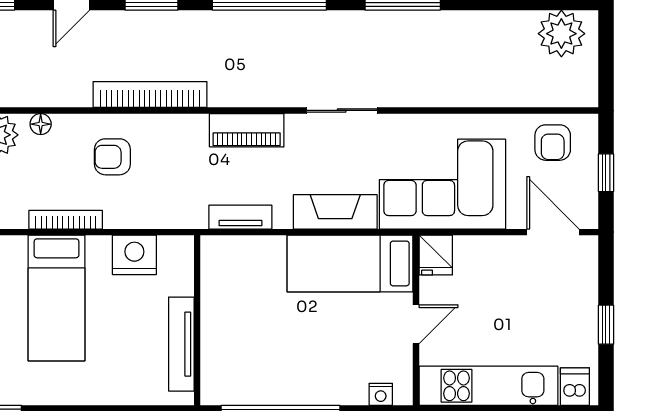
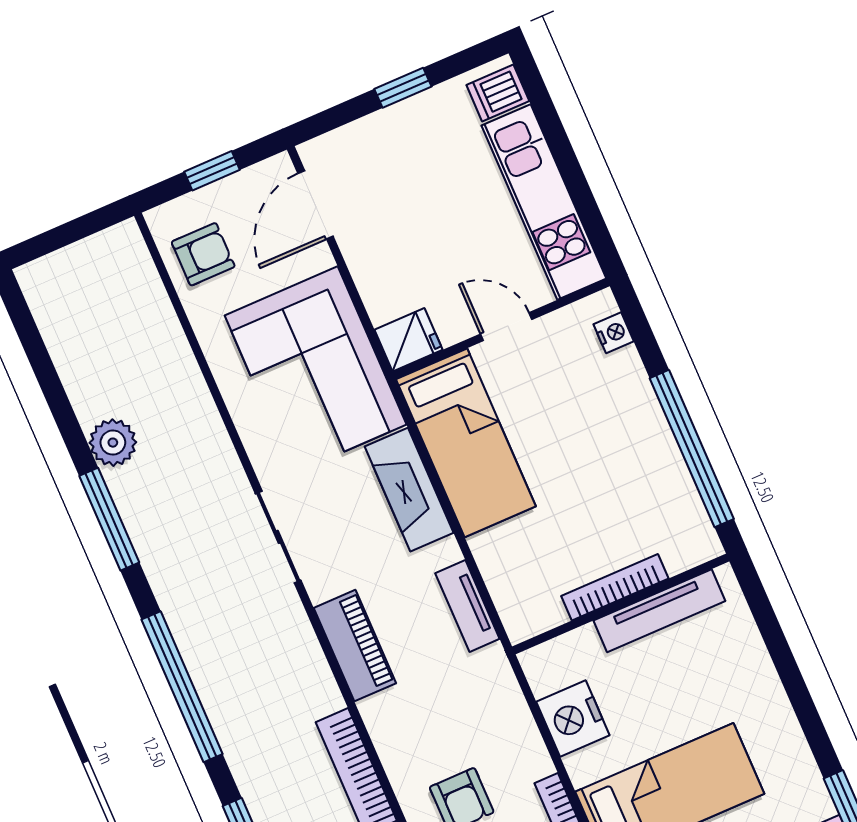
plant: (561, 34) -> (113, 443), moved, width x0.73, depth x0.73
bookcase: (210, 321) -> (615, 587), added

